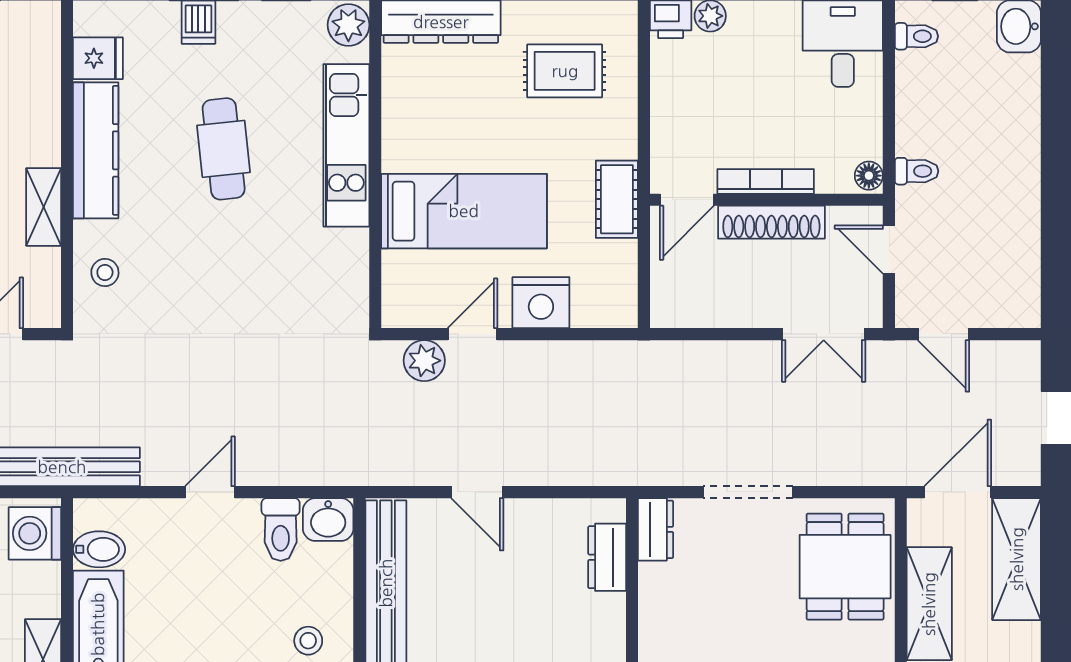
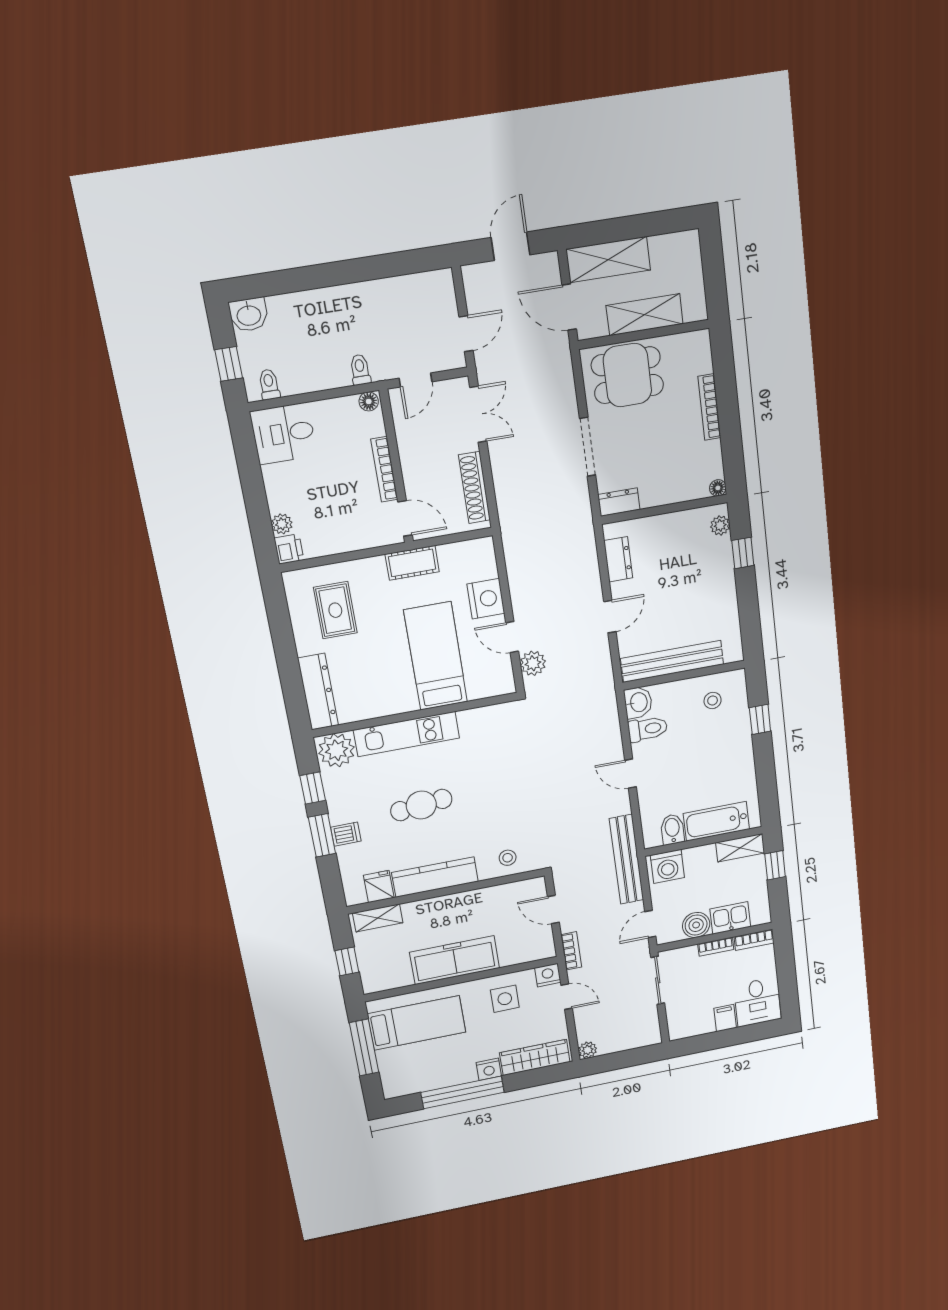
plant: (348, 25) -> (337, 750), width x1.36, depth x1.36
shelving: (44, 207) -> (378, 918), moved
shoe rack: (771, 222) -> (475, 488), moved, turned 180
dresser: (607, 557) -> (618, 559), moved, turned -90

